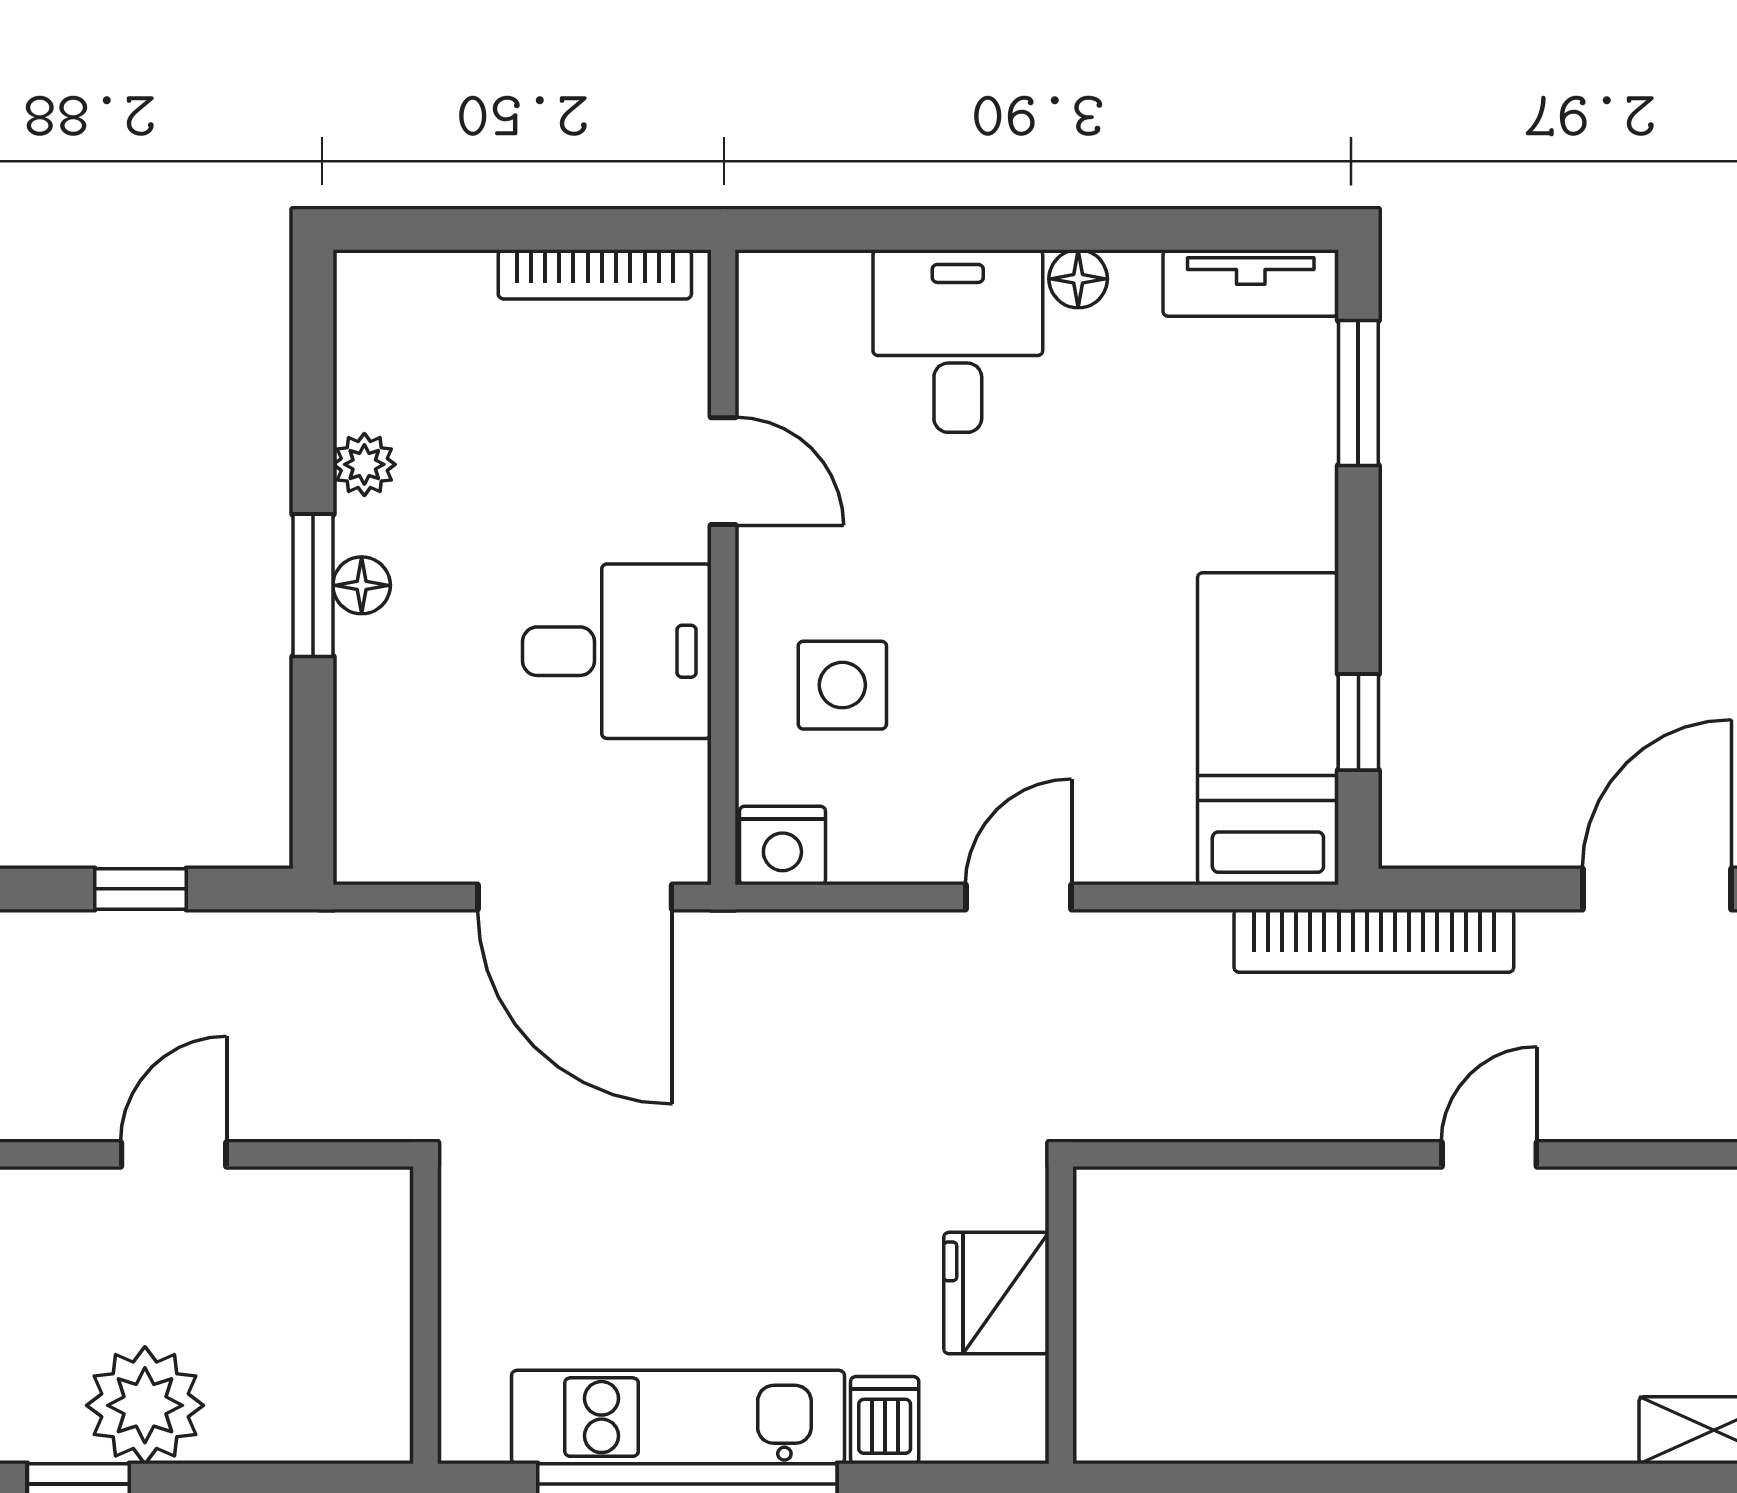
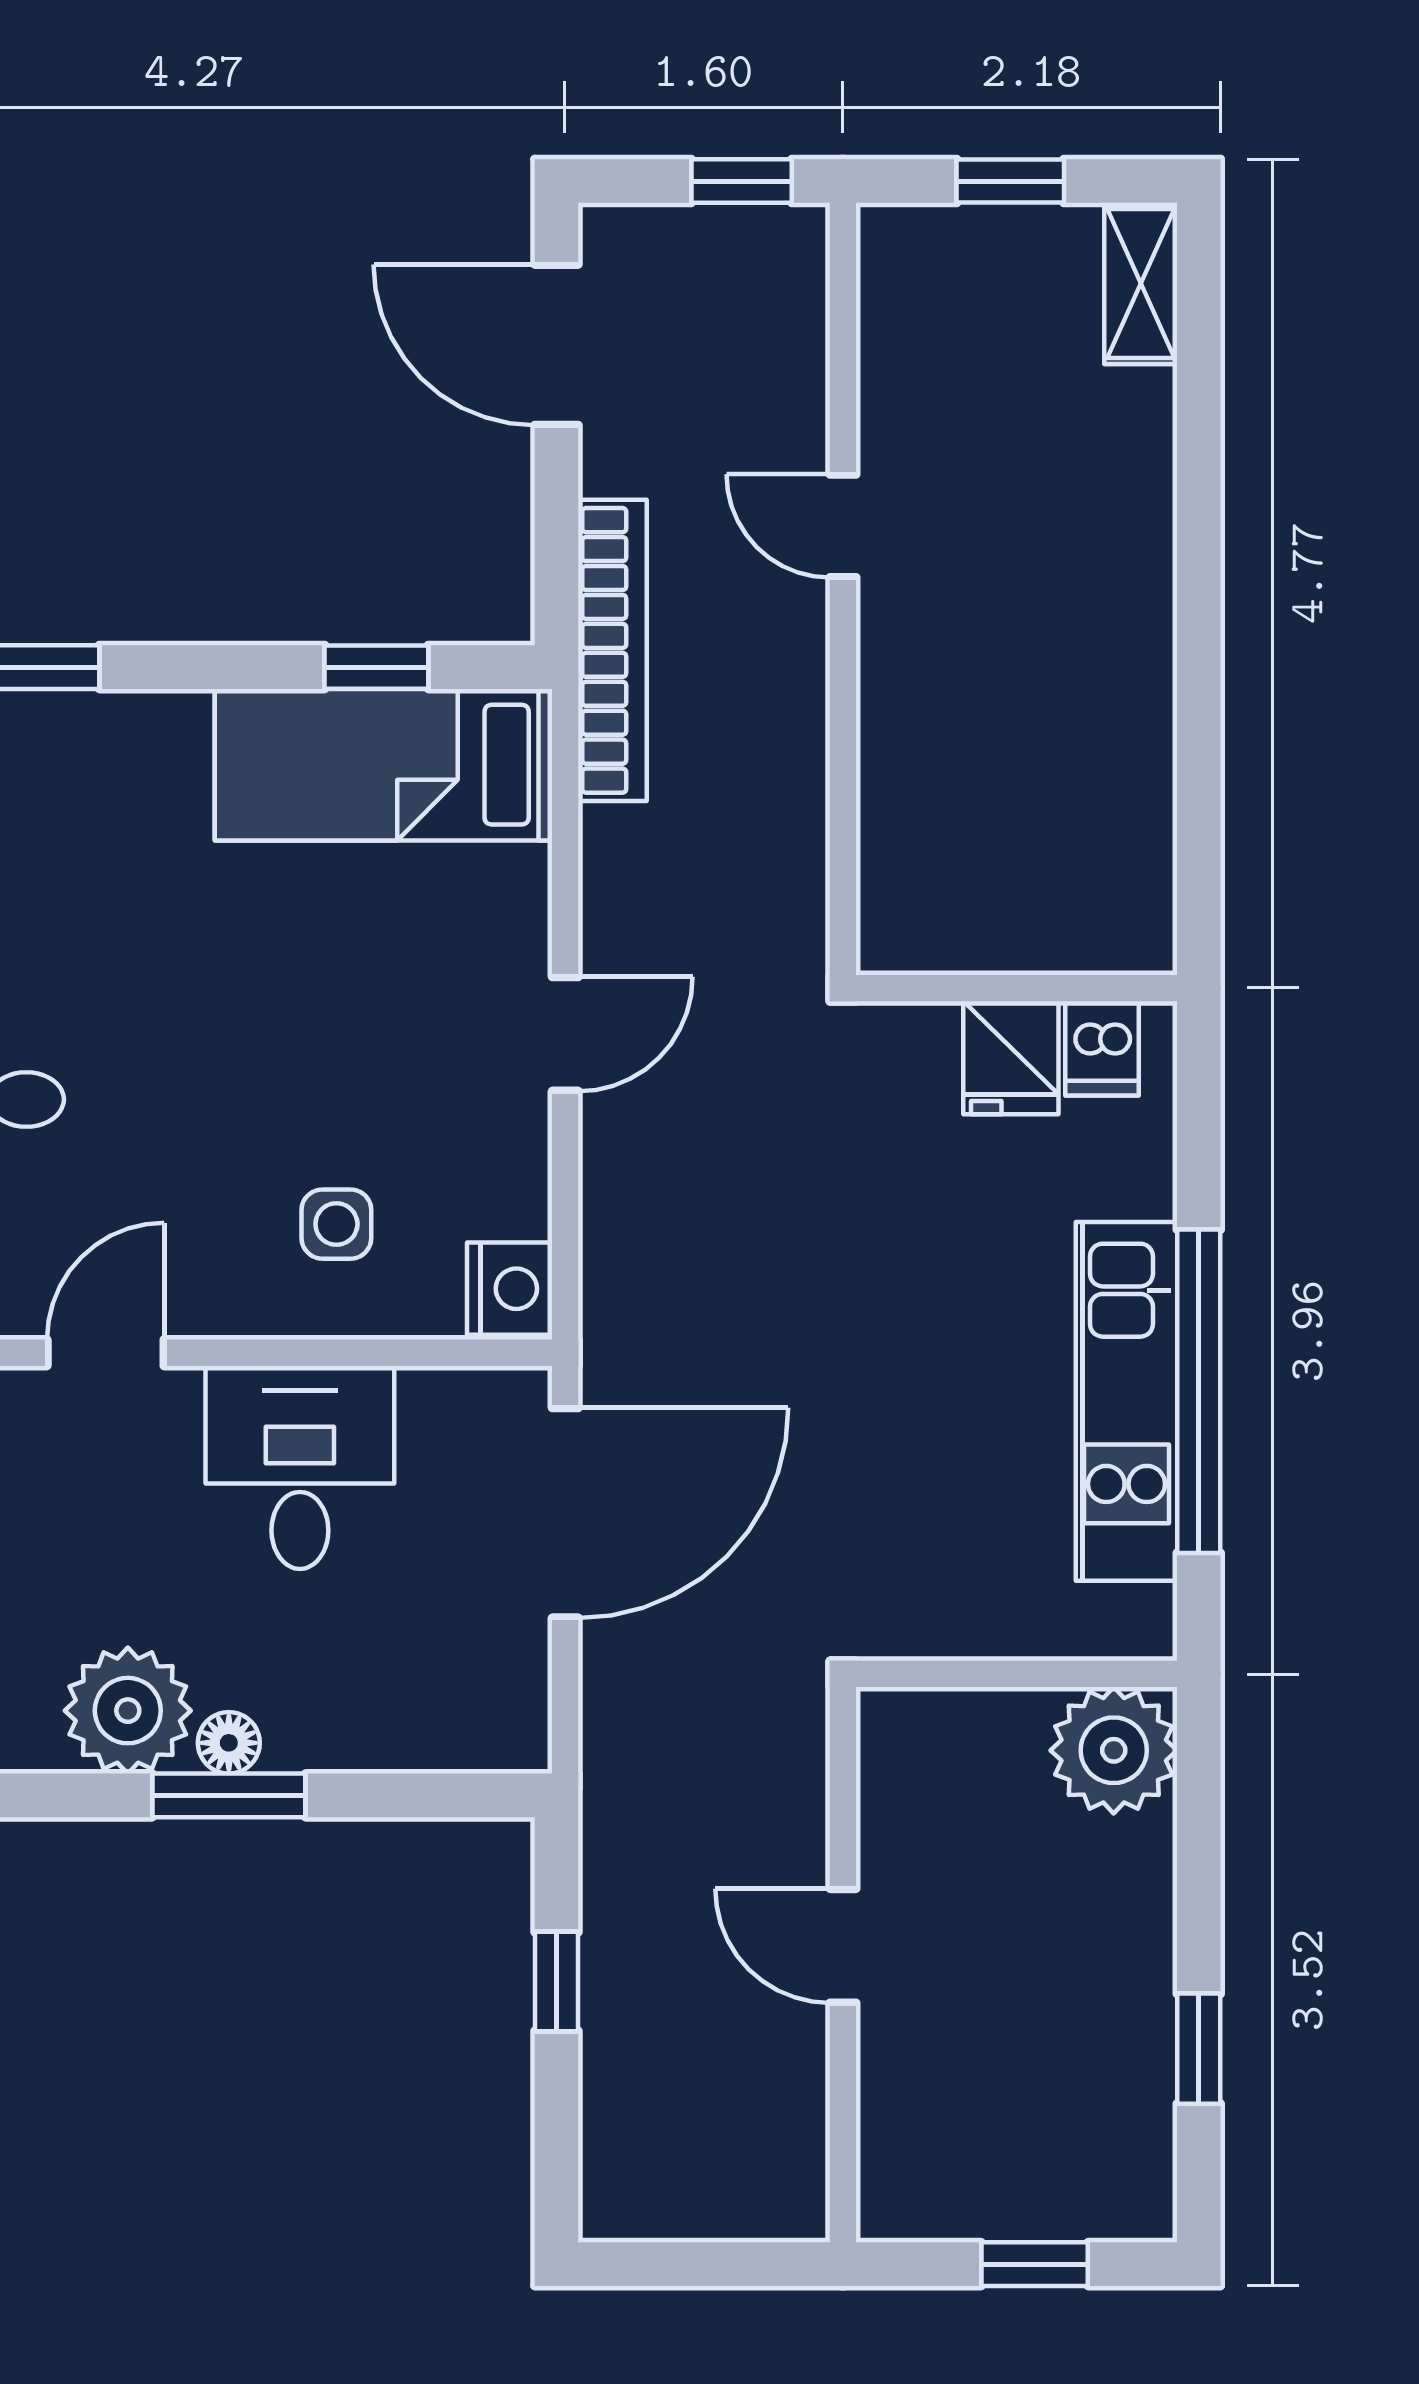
plant: (364, 464) -> (128, 1711), width x1.88, depth x1.88
side table: (842, 685) -> (336, 1224), width x0.73, depth x0.73
door: (1018, 897) -> (565, 1034), swing flipped
fridge: (996, 1293) -> (1011, 1058), width x0.72
plant: (145, 1405) -> (1114, 1750), moved
dishwasher: (885, 1420) -> (1102, 1048), moved, turned -90

